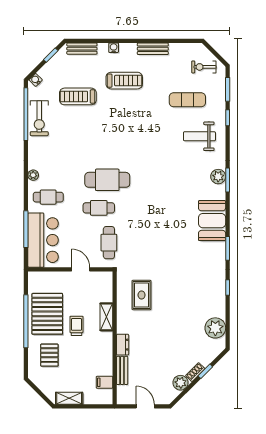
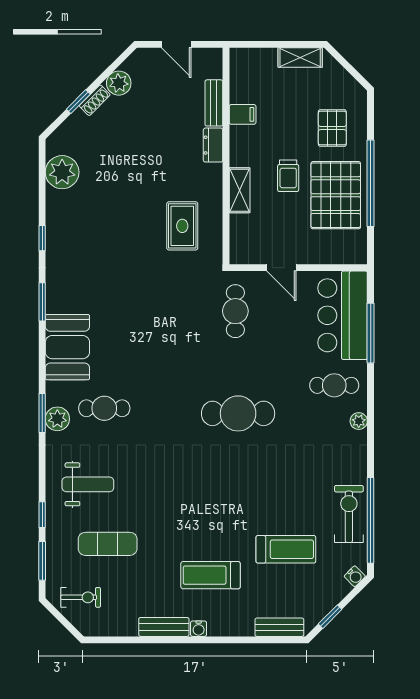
water cooler: (114, 48) -> (199, 629), moved
cafe table: (99, 208) -> (104, 408), moved
filing cabinet: (104, 382) -> (243, 114), moved

